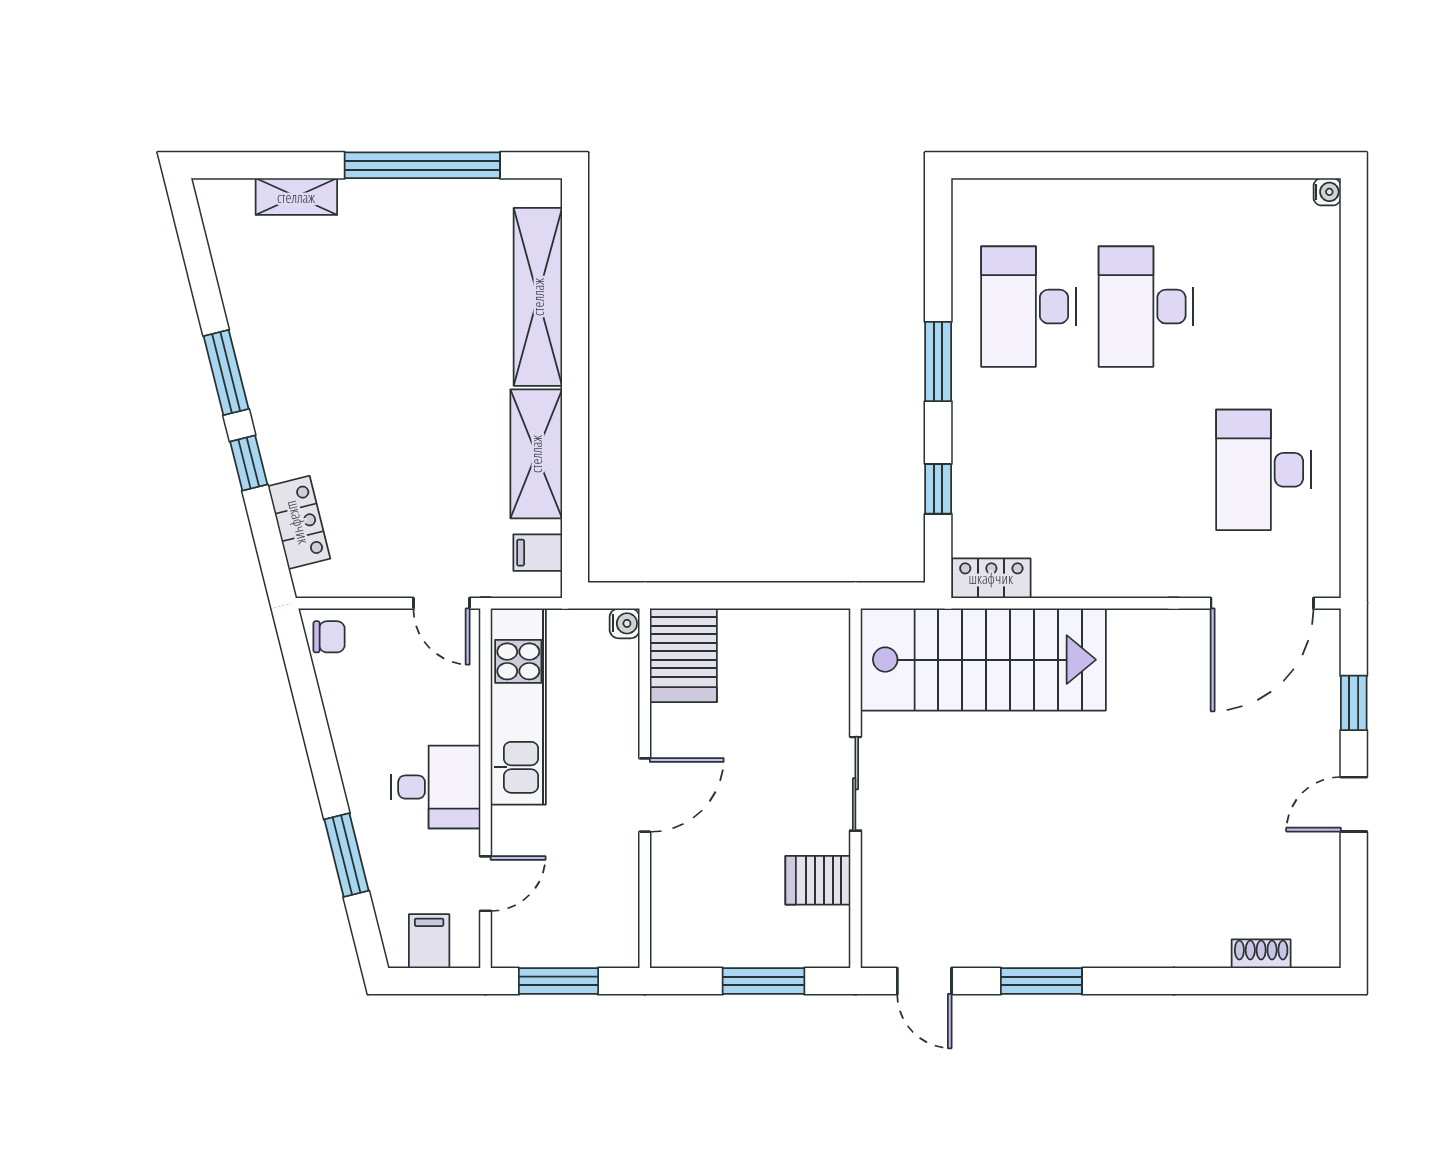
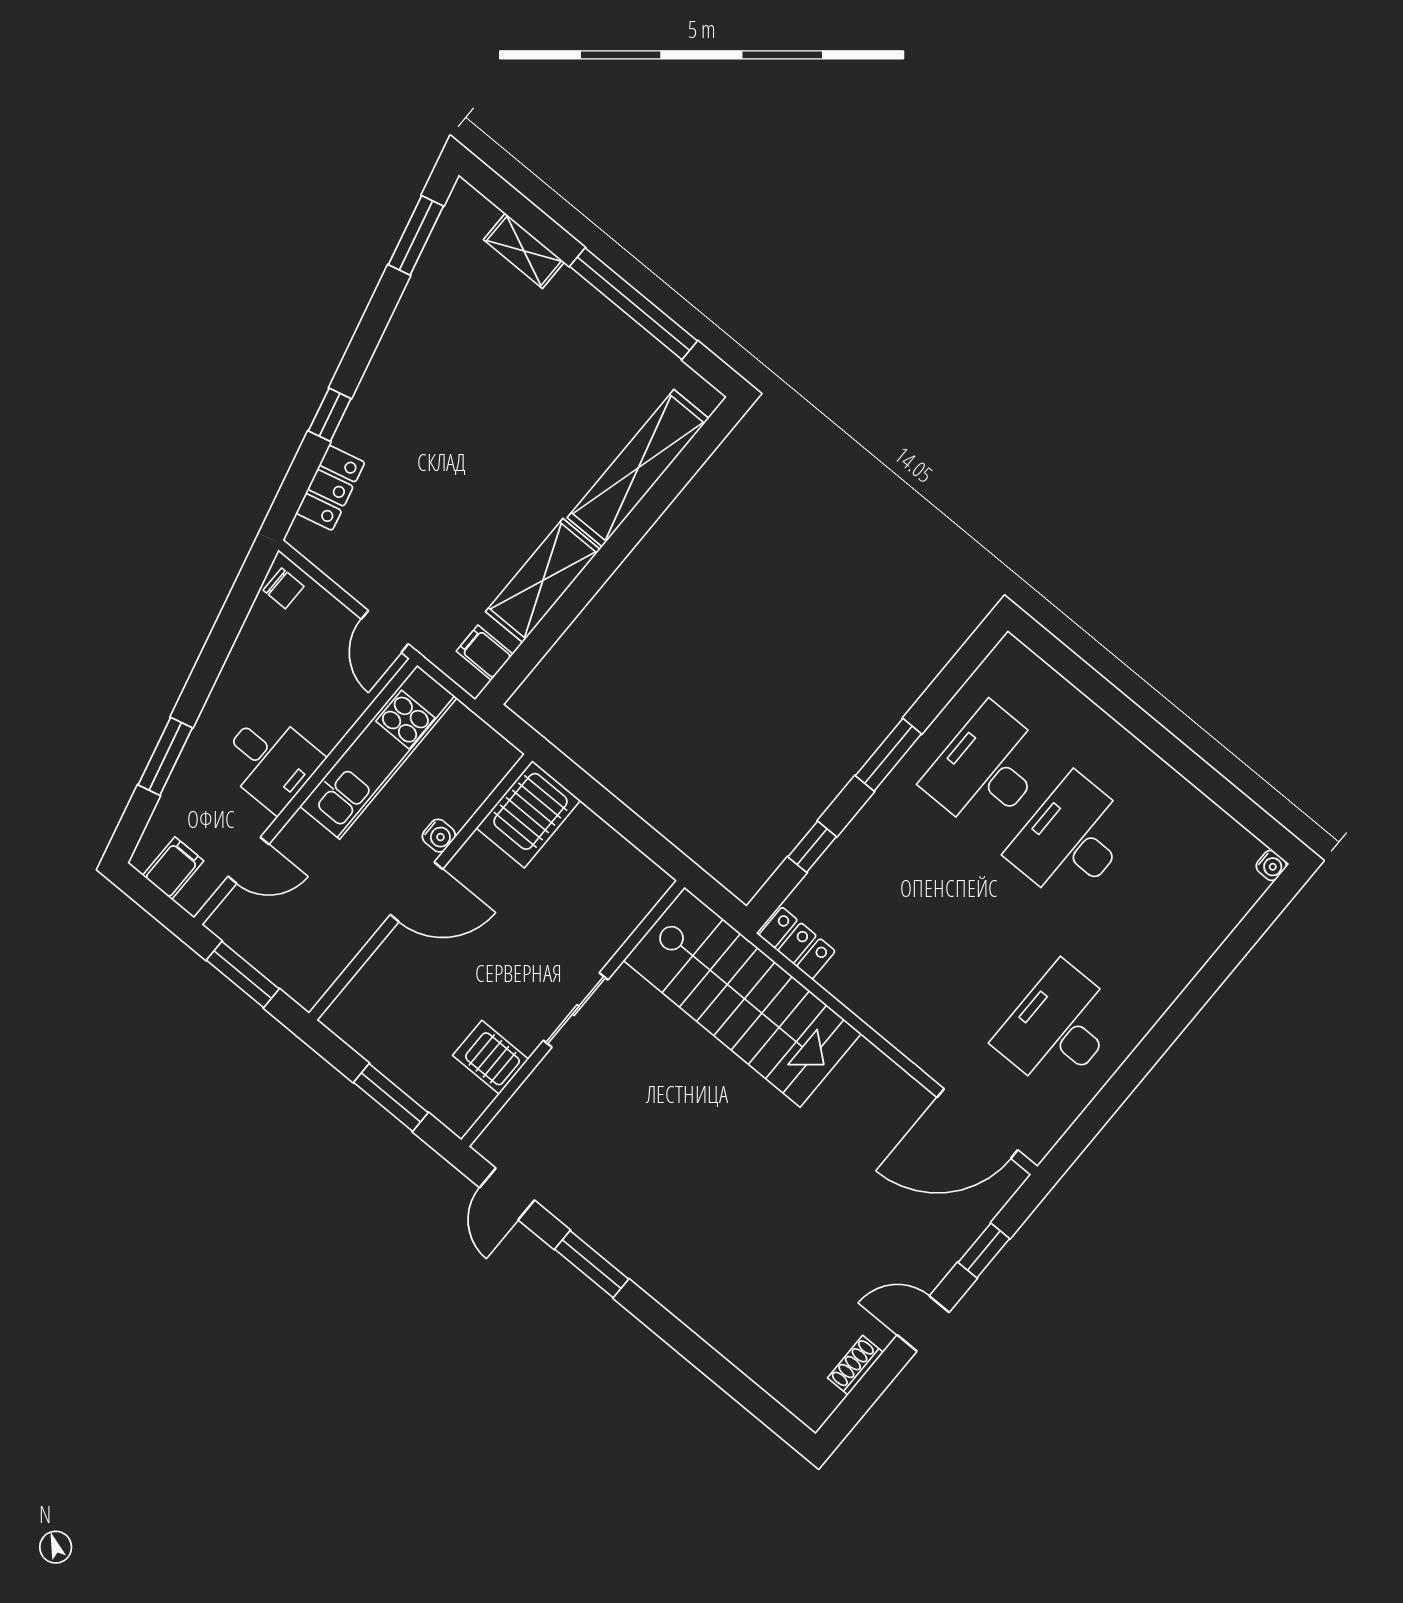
window: (226, 372) -> (416, 235), moved
water cooler: (625, 623) -> (439, 836), moved
shoe rack: (1261, 954) -> (855, 1365), moved, turned -90

